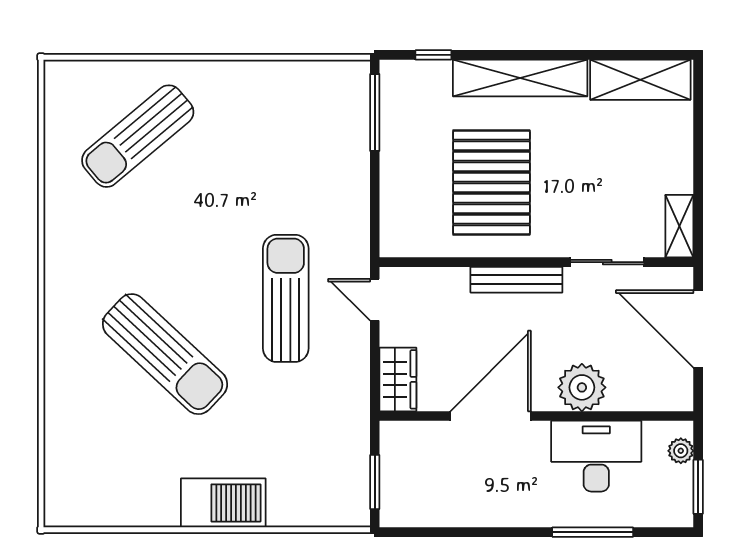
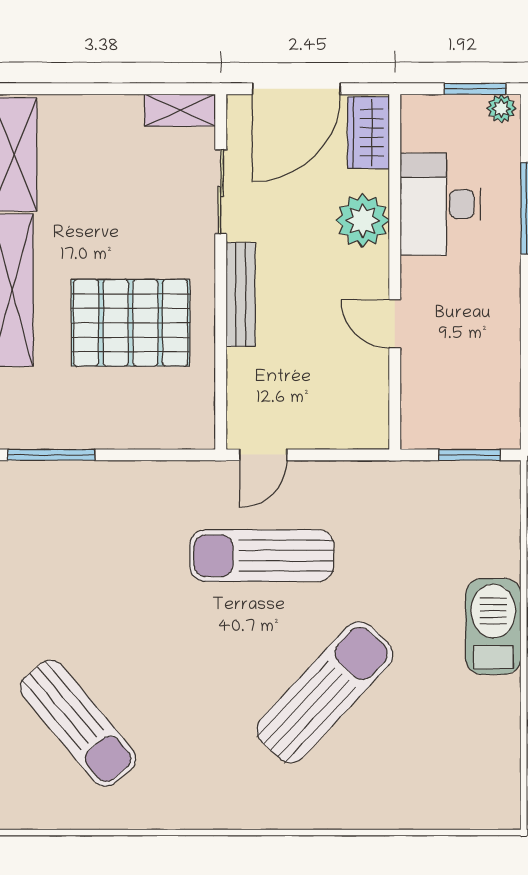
wardrobe: (398, 379) -> (369, 133), moved, turned -90
door: (491, 416) -> (395, 324), width x0.53
plant: (681, 451) -> (501, 109), moved

